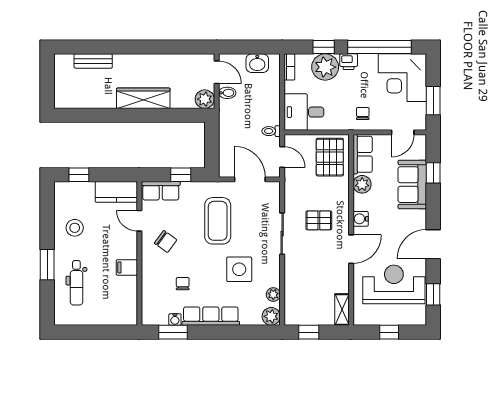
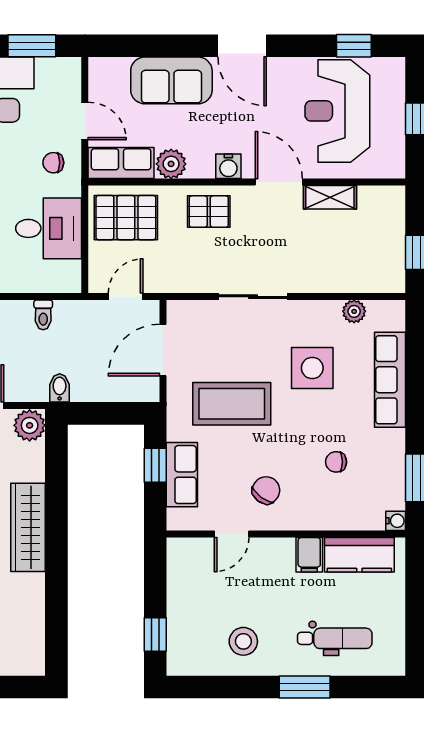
bidet: (227, 93) -> (60, 388), moved
desk: (304, 112) -> (49, 228), moved, turned -90
toilet: (271, 131) -> (43, 315), moved
door: (403, 132) -> (85, 121), moved
window: (433, 173) -> (152, 46), removed
row of seats: (161, 191) -> (182, 475), moved
kitchen counter: (116, 192) -> (359, 555), moved, turned 90
pallet: (319, 220) -> (209, 212), moved, turned 90
door: (433, 244) -> (242, 46), moved
shelving: (342, 310) -> (330, 197), moved
row of seats: (211, 316) -> (390, 380), moved
plant: (271, 316) -> (391, 315), removed
water cooler: (175, 319) -> (396, 521), moved

